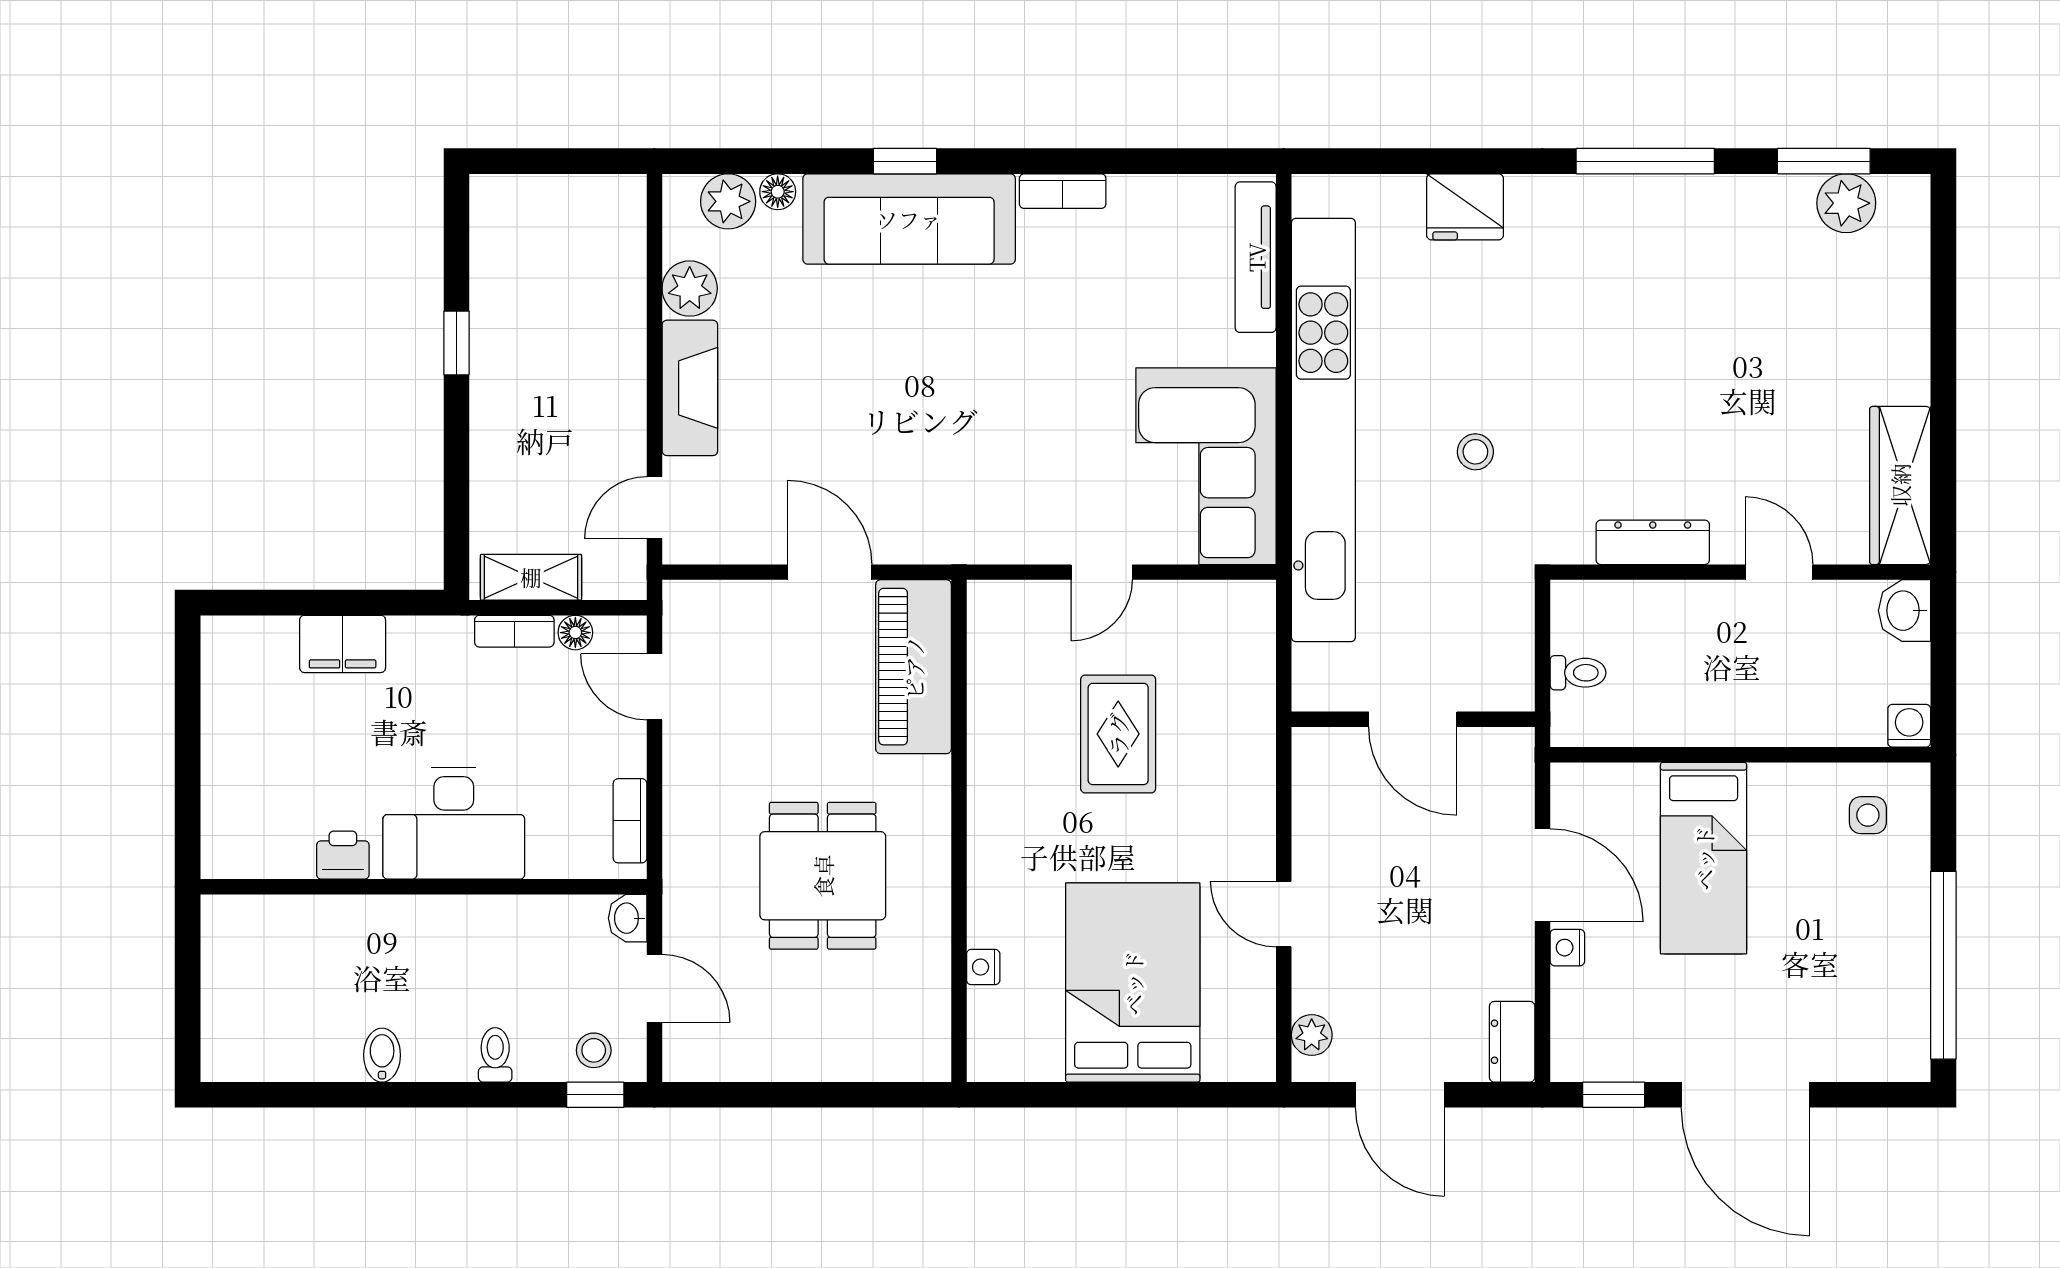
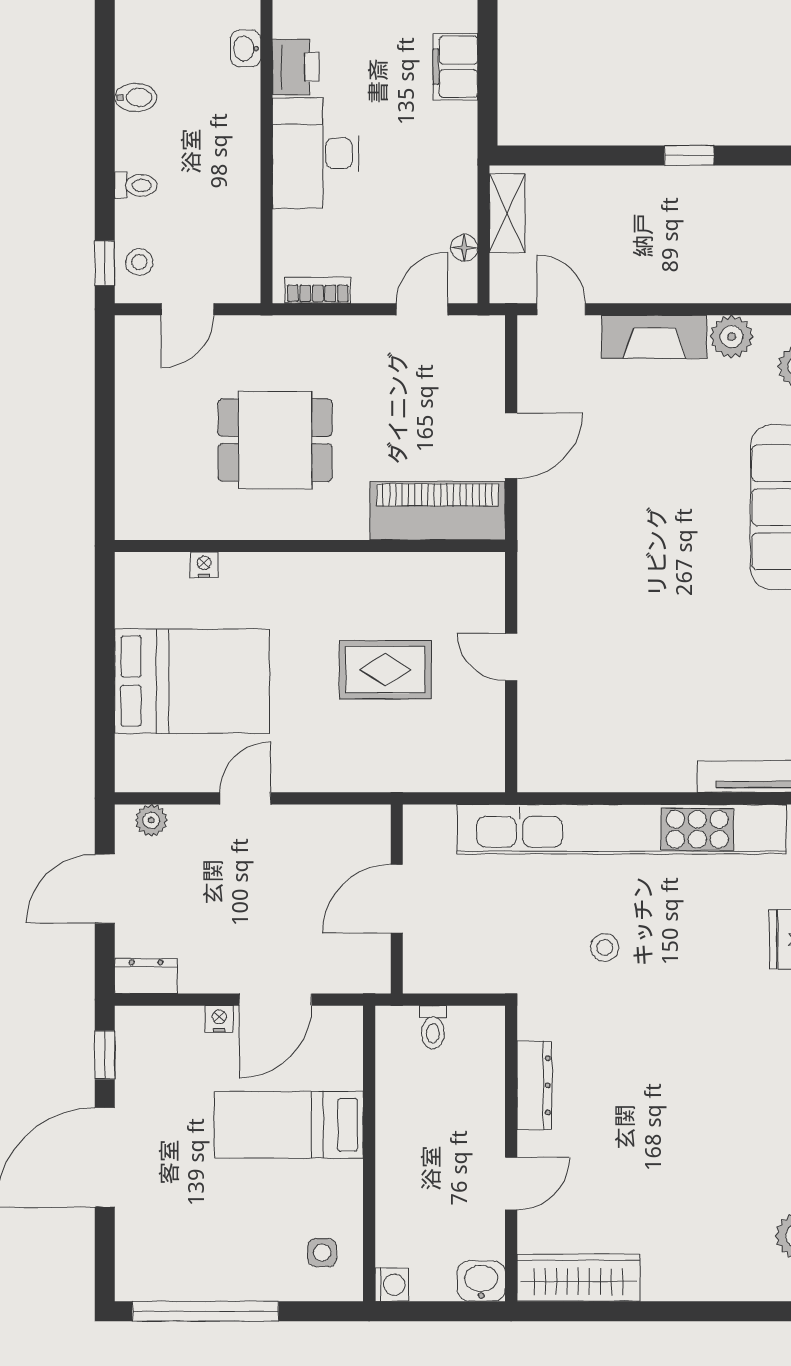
corner sofa: (1206, 466) -> (593, 738), removed
bookcase: (514, 631) -> (465, 200), removed
printer: (343, 855) -> (296, 67), width x1.36, depth x1.24
washbasin: (628, 918) -> (246, 48), moved, turned -90

